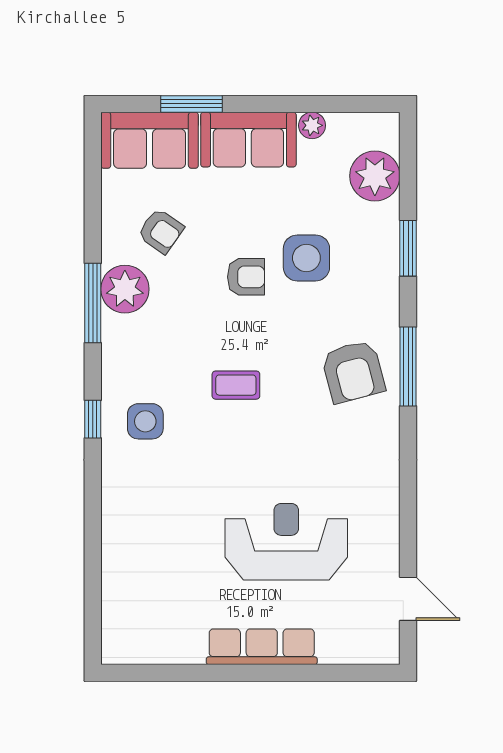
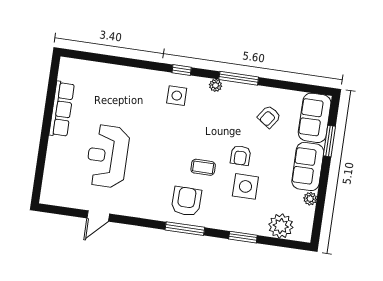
plant: (125, 289) -> (216, 85), moved, width x0.53, depth x0.53
armchair: (353, 372) -> (186, 201), turned 106
coffee table: (236, 385) -> (203, 167), moved, turned 90
reception desk: (286, 542) -> (107, 156), turned 180
door: (408, 599) -> (98, 216), moved
row of seats: (262, 647) -> (62, 109), moved

